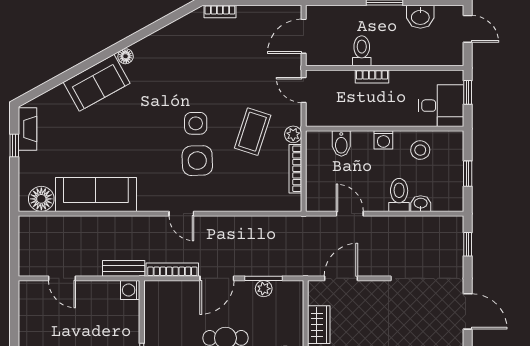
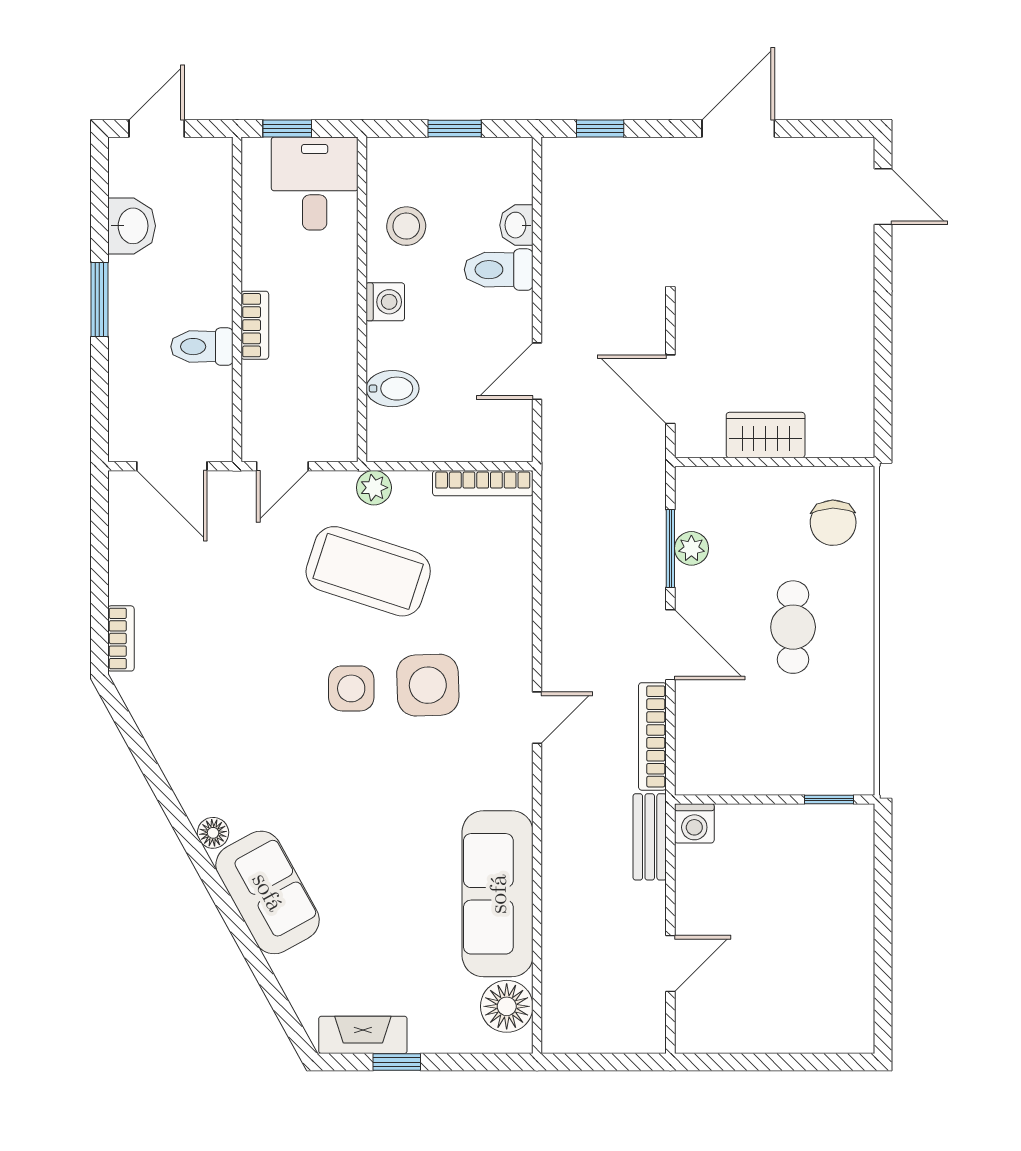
coffee table: (253, 132) -> (368, 571), width x1.36, depth x1.32
bookcase: (295, 169) -> (483, 483), moved

